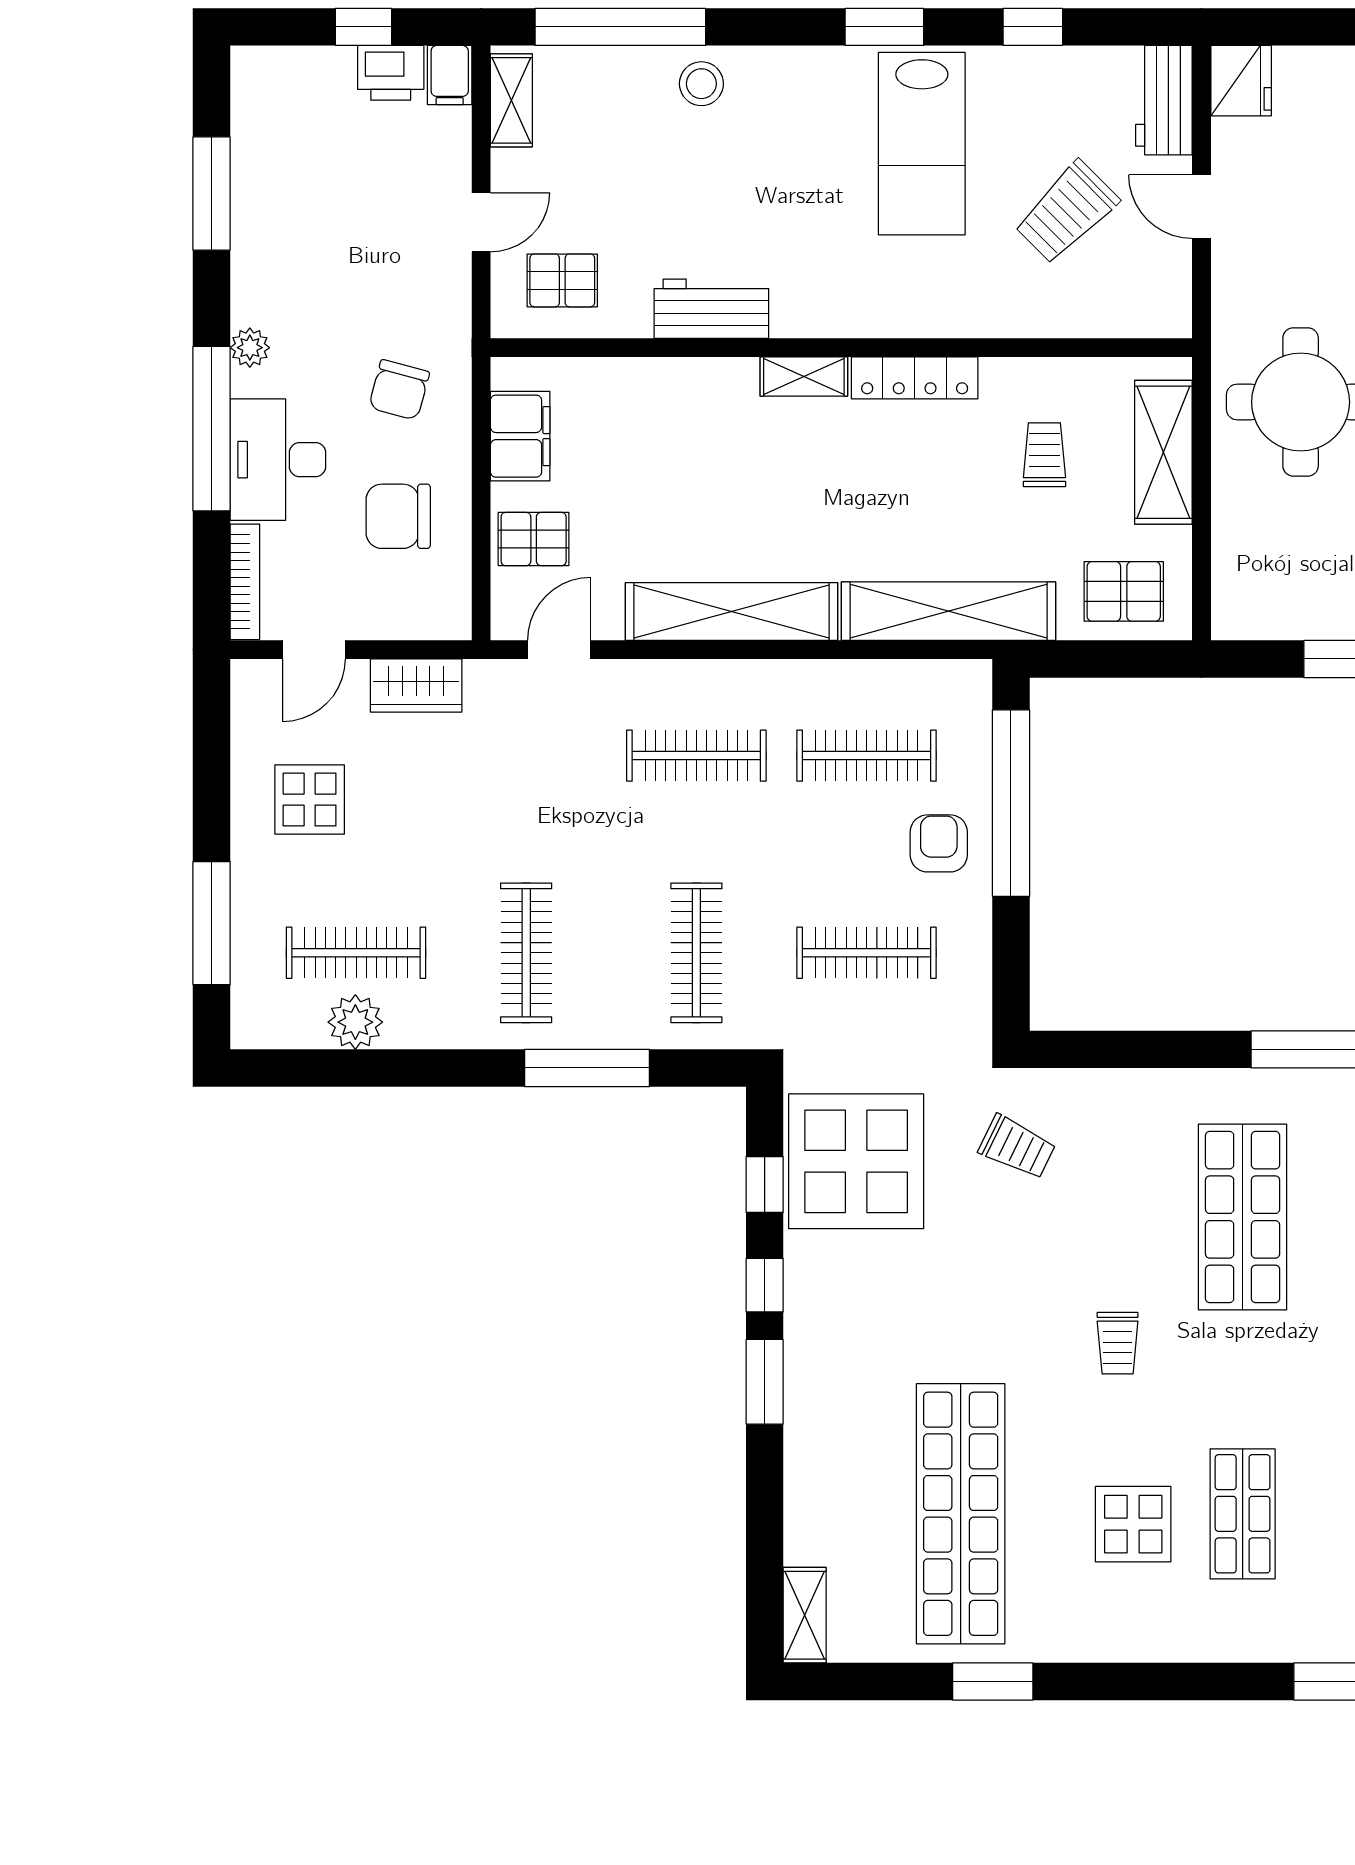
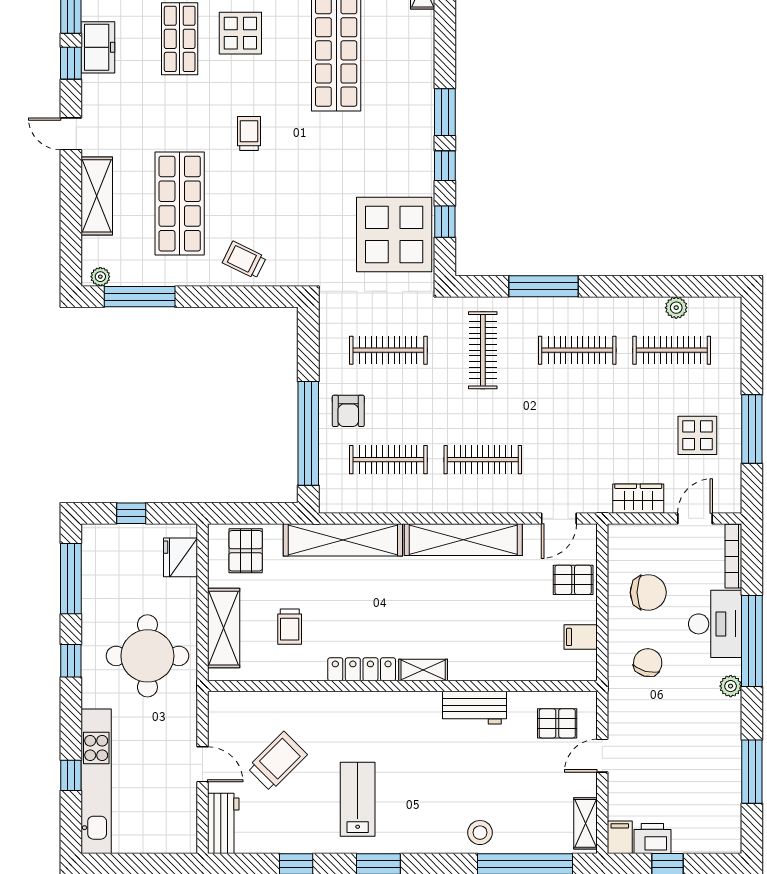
fridge: (1241, 81) -> (180, 557), moved
lab bench: (922, 144) -> (358, 799), width x0.73, depth x0.72
filing cabinet: (520, 436) -> (581, 637), width x0.50
pallet: (1124, 591) -> (246, 551), turned 90
window: (212, 923) -> (752, 429), moved
clothes rail: (526, 953) -> (577, 350), turned 90
plant: (355, 1022) -> (676, 308), width x0.73, depth x0.73
trolley: (1017, 1147) -> (244, 260), moved

